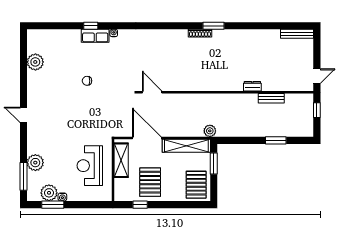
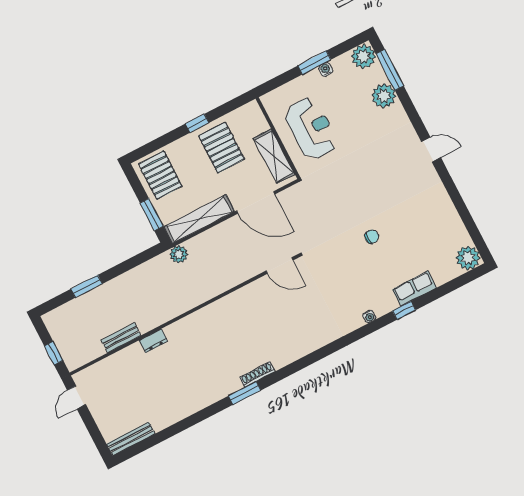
row of seats: (95, 36) -> (414, 289), moved
plant: (35, 62) -> (468, 258), moved
plant: (49, 193) -> (363, 56), moved
window: (53, 205) -> (314, 63), moved
window: (140, 205) -> (197, 123), moved

